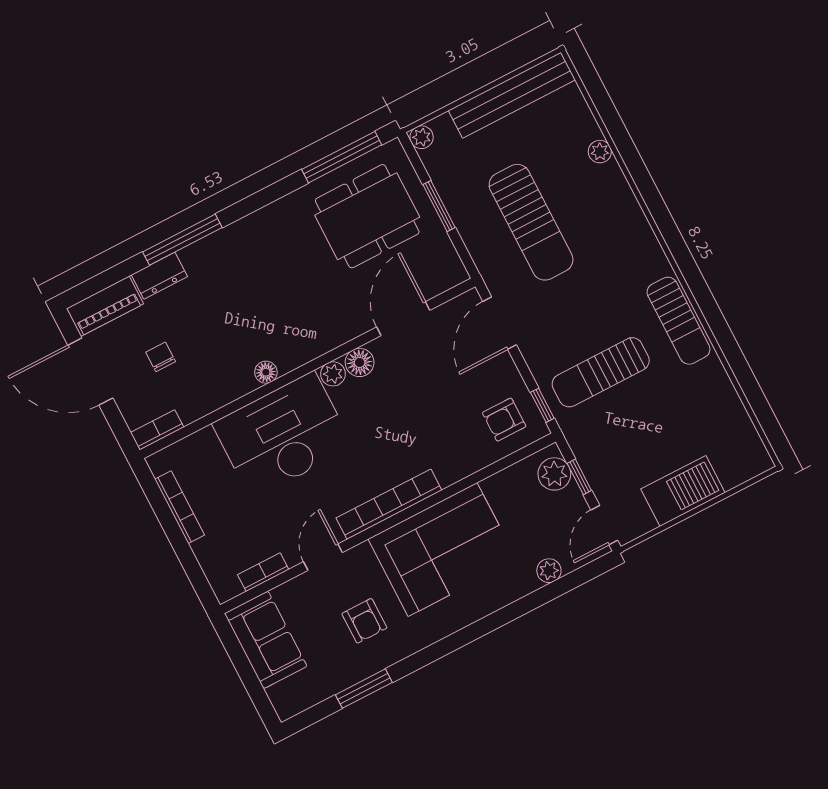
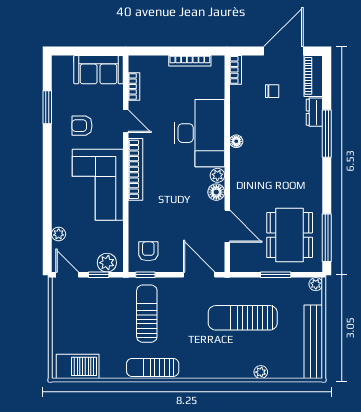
barbecue: (683, 491) -> (78, 366), moved, turned -90

